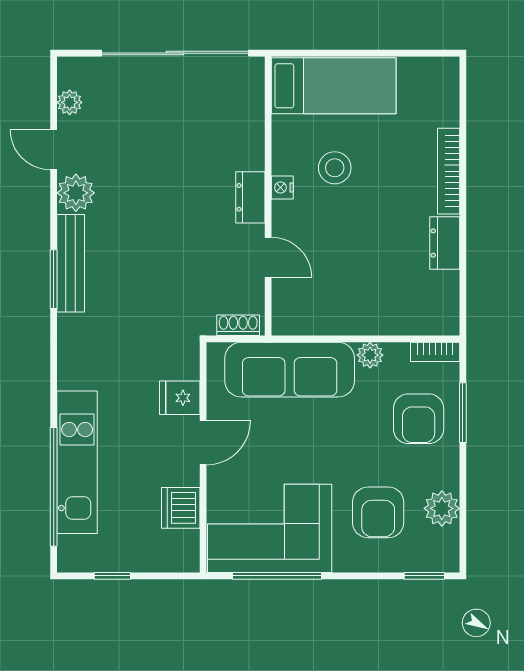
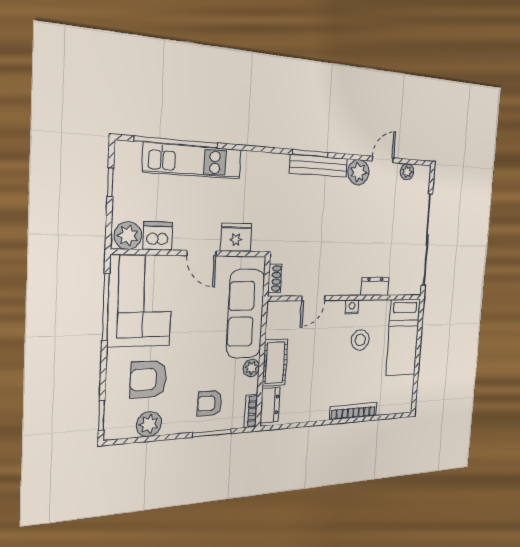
dresser: (250, 197) -> (375, 286), moved
dresser: (445, 243) -> (270, 405), moved, turned 90
cot: (364, 316) -> (275, 363), added
fridge: (180, 398) -> (236, 237), width x1.38
armchair: (419, 419) -> (210, 403), width x0.72, depth x0.72
plant: (181, 549) -> (128, 235), added

